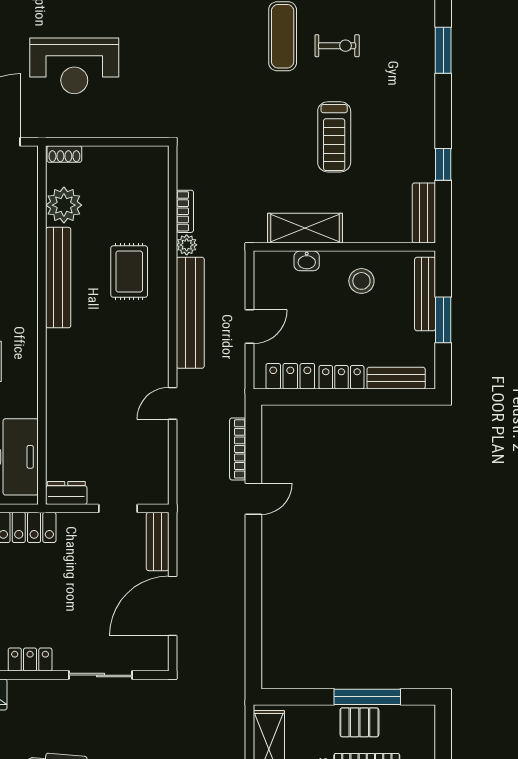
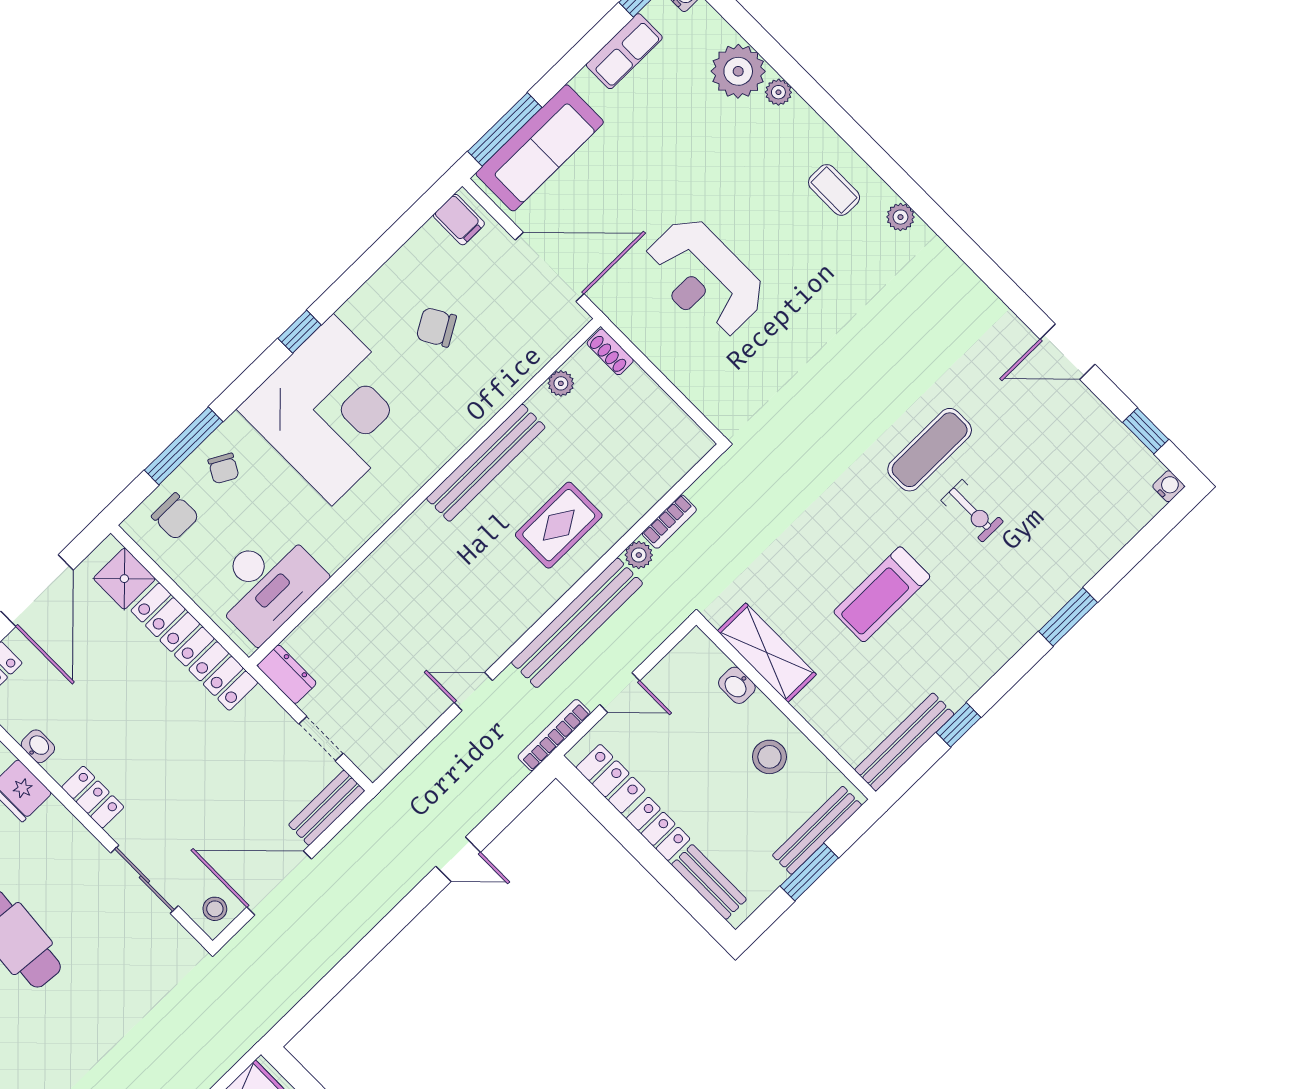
plant: (64, 205) -> (561, 383), width x0.53, depth x0.53
bench: (424, 213) -> (904, 742), width x1.36
bookcase: (238, 449) -> (554, 735), moved
stool: (153, 653) -> (215, 909), added

